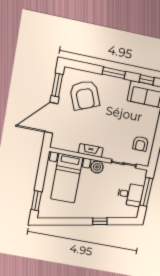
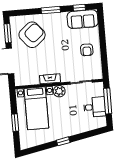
armchair: (85, 95) -> (32, 35), turned -108
armchair: (140, 144) -> (87, 50), moved
window: (36, 201) -> (15, 123), moved
window: (100, 221) -> (63, 141), moved

